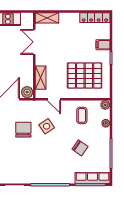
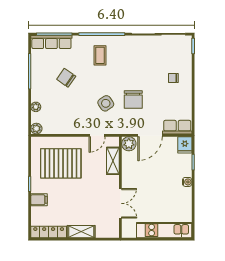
shelving: (47, 18) -> (81, 232), moved
door: (54, 99) -> (97, 135), swing flipped
coffee table: (82, 115) -> (100, 55), moved

